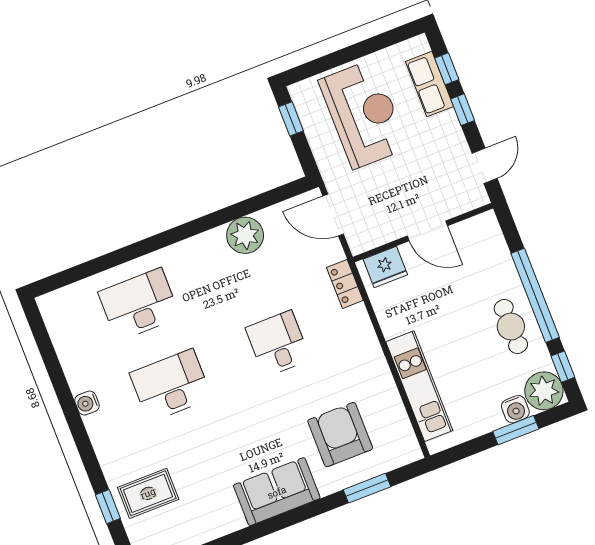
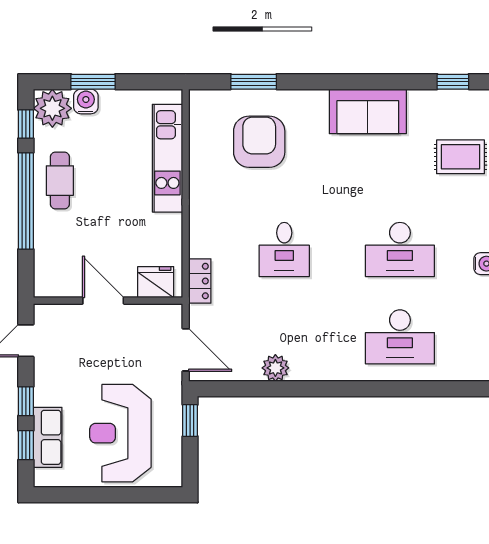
window: (291, 119) -> (190, 420), moved
plant: (245, 235) -> (275, 368), width x0.73, depth x0.73
armchair: (340, 435) -> (259, 142), turned 180
sofa: (277, 492) -> (368, 111), moved

